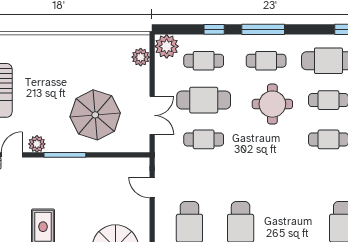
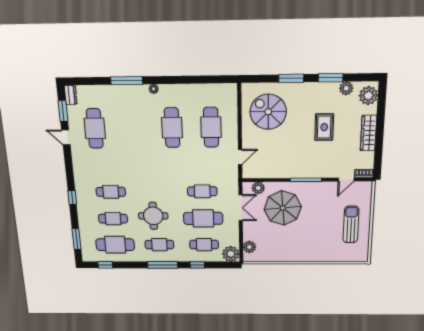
double door: (152, 115) -> (241, 208), swing flipped
plant: (37, 144) -> (258, 188), moved
door: (152, 187) -> (240, 157), hinge flipped

